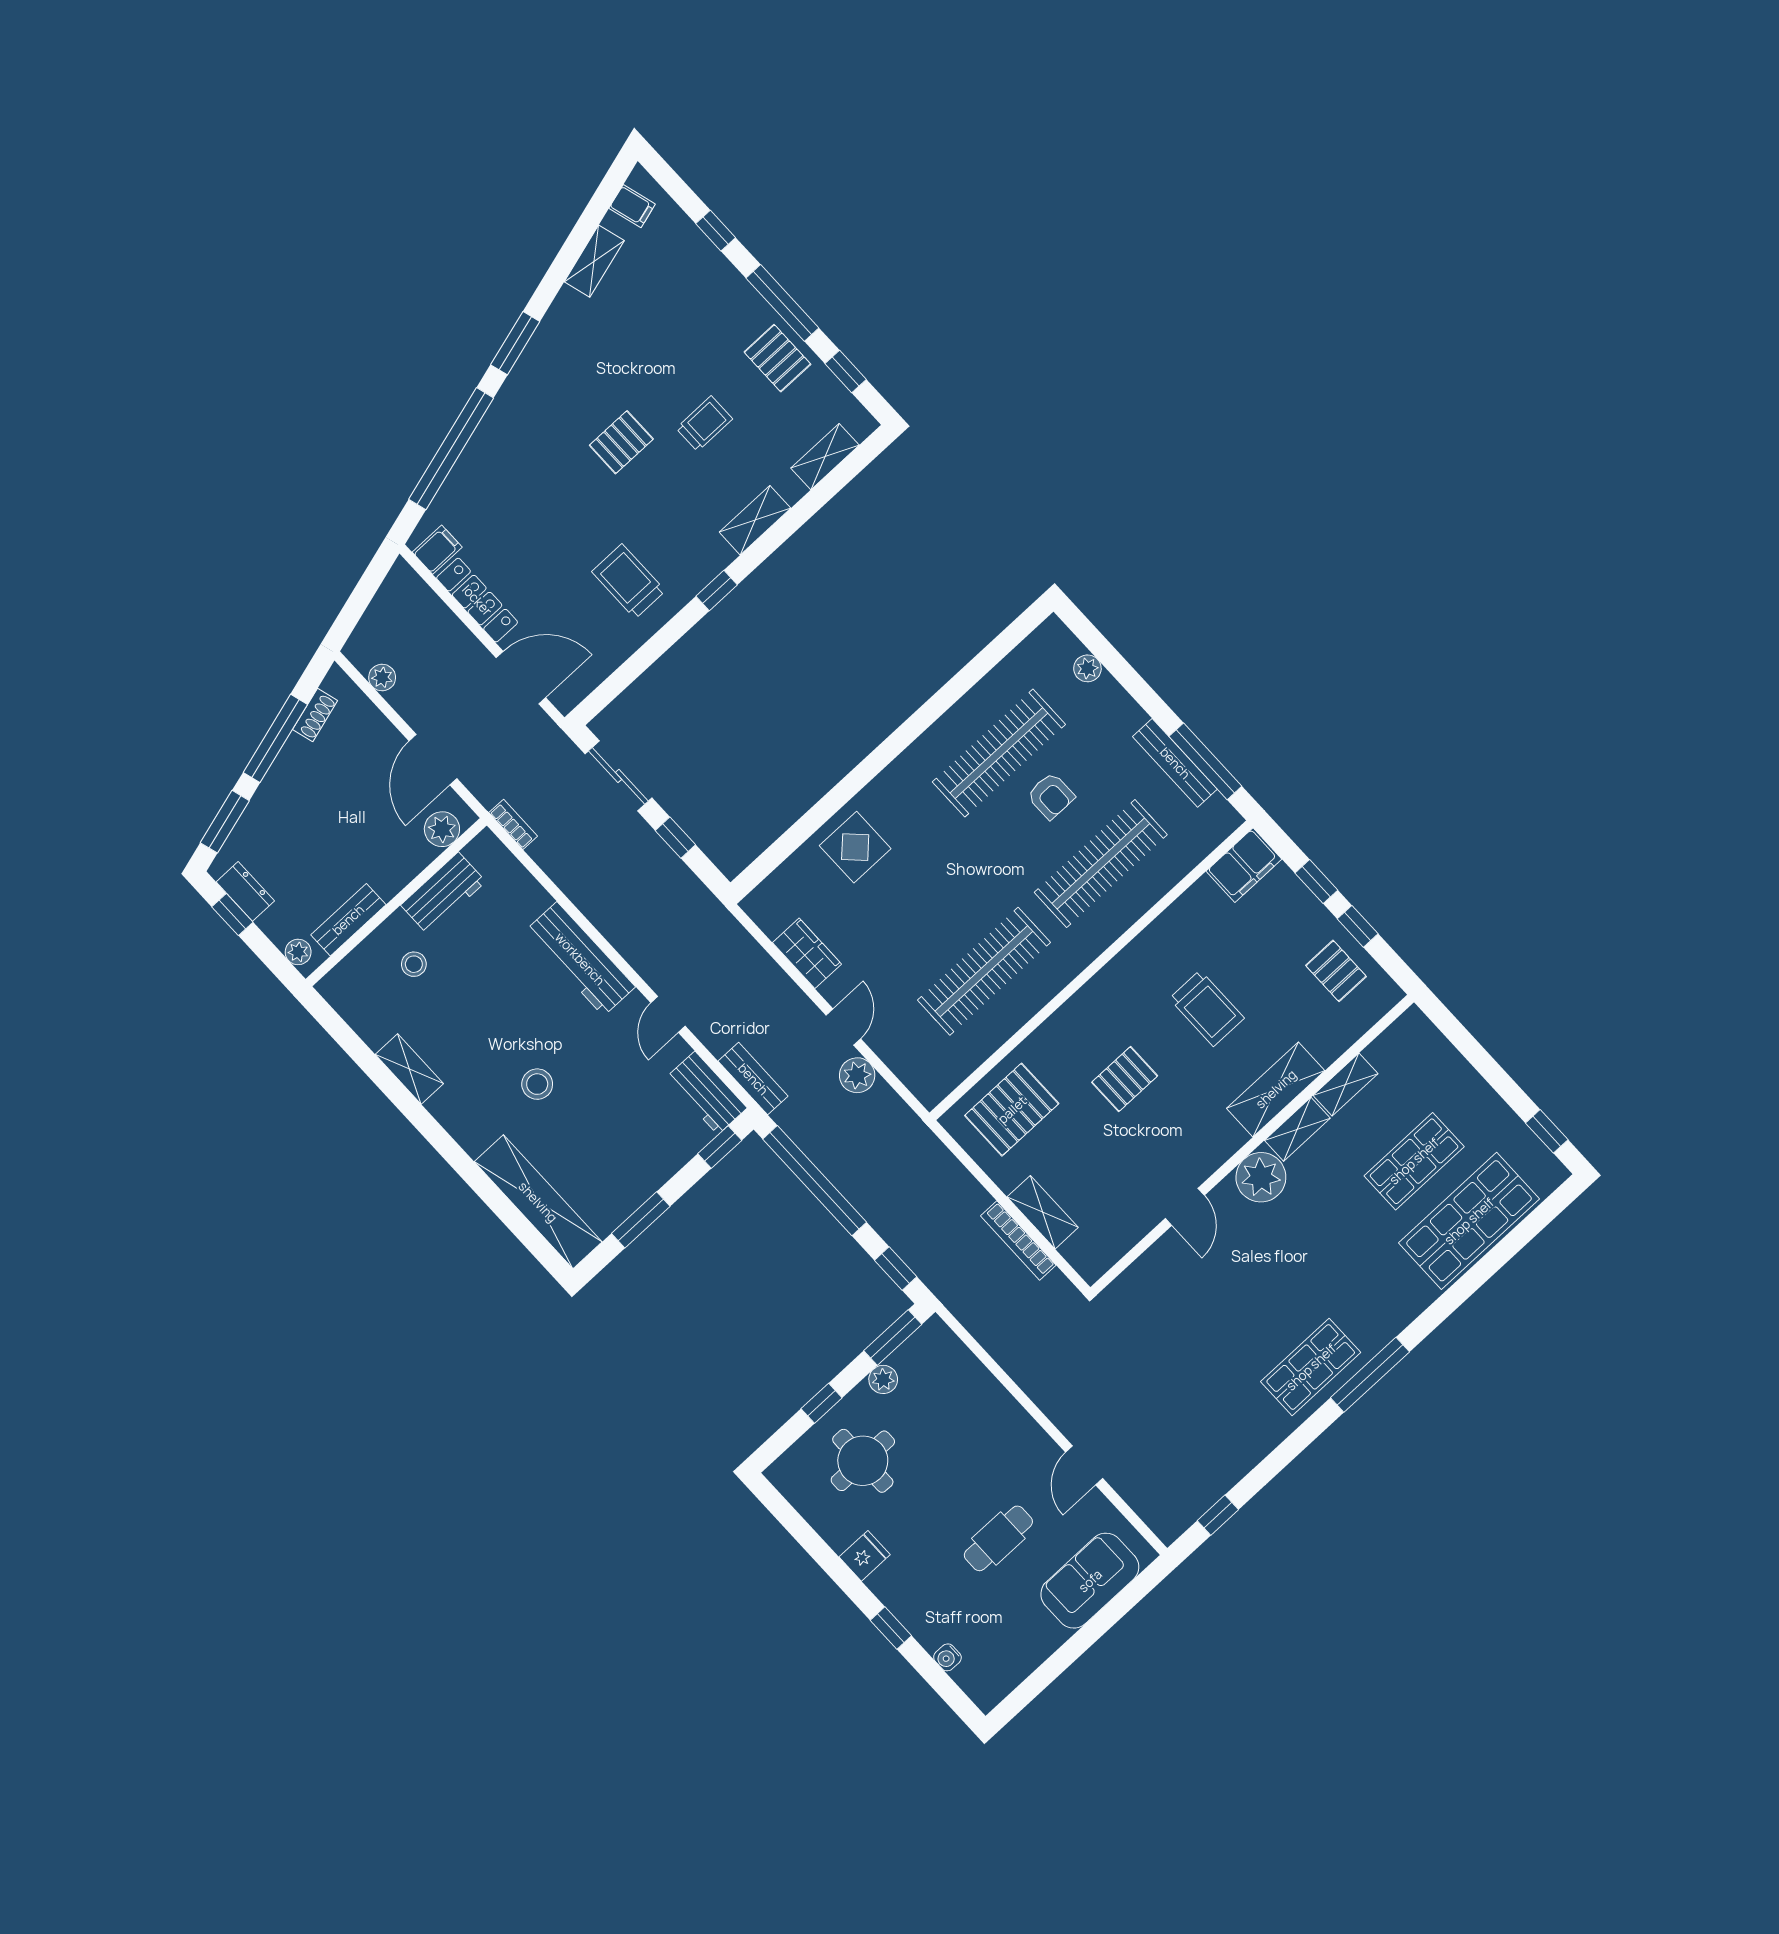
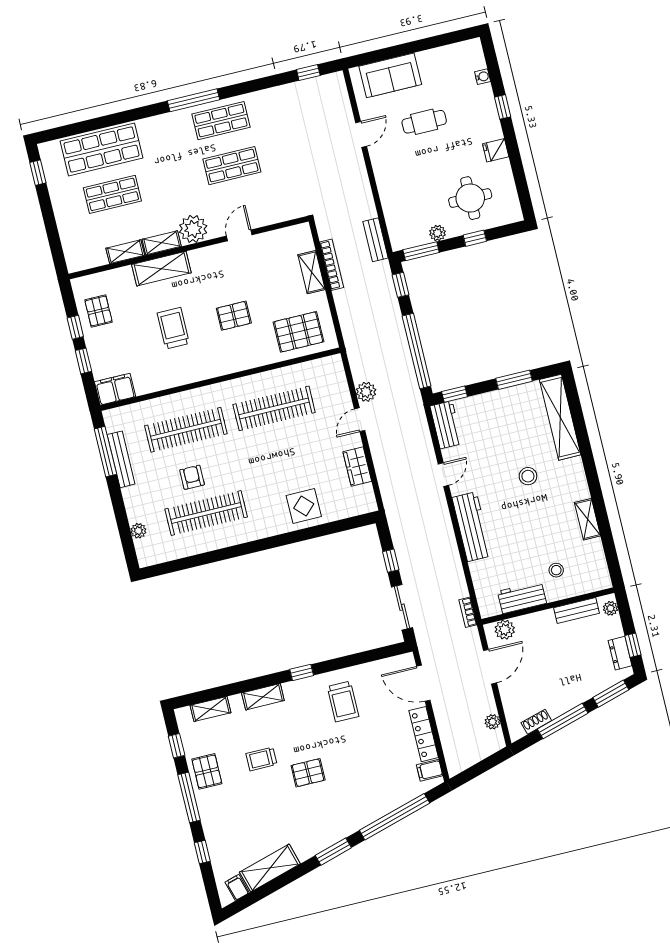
shelving: (594, 261) -> (270, 868), width x1.50, depth x1.33
bench: (753, 1079) -> (375, 240), moved
shop shelf: (1256, 1307) -> (232, 166), added

